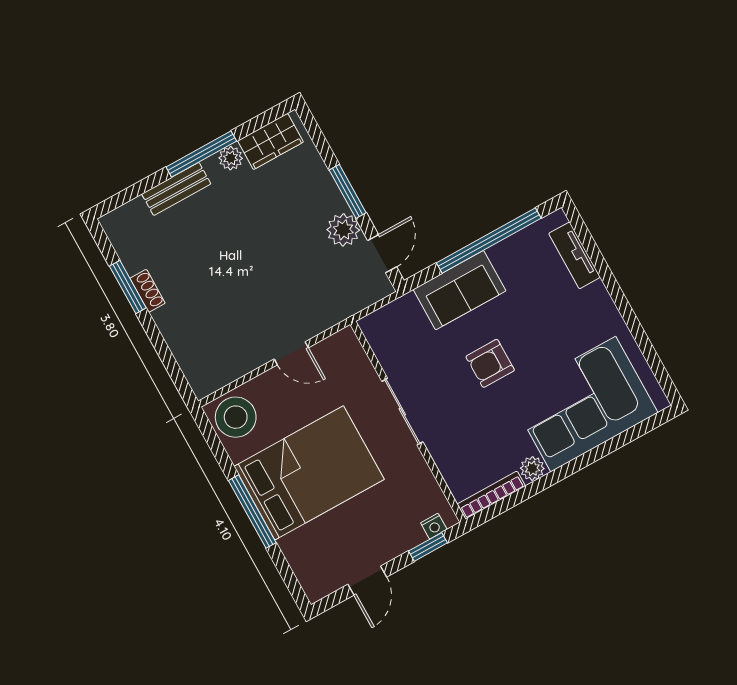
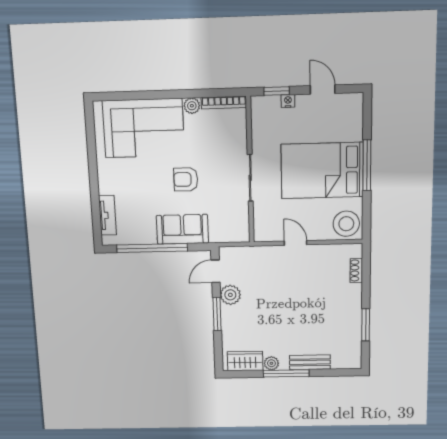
shoe rack: (148, 291) -> (356, 270), moved
armchair: (490, 363) -> (186, 179), turned 180
nightstand: (434, 526) -> (288, 101), moved
door: (367, 581) -> (323, 90), hinge flipped

